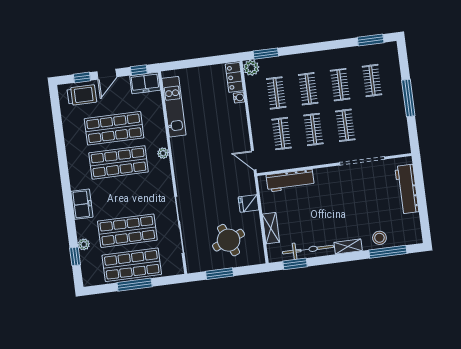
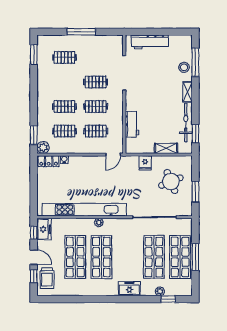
clothes rail: (340, 85) -> (64, 82), removed
trolley: (82, 95) -> (47, 278), turned 180
kitchen unit: (174, 107) -> (84, 210), width x1.86
workbench: (290, 181) -> (132, 124), width x0.73

